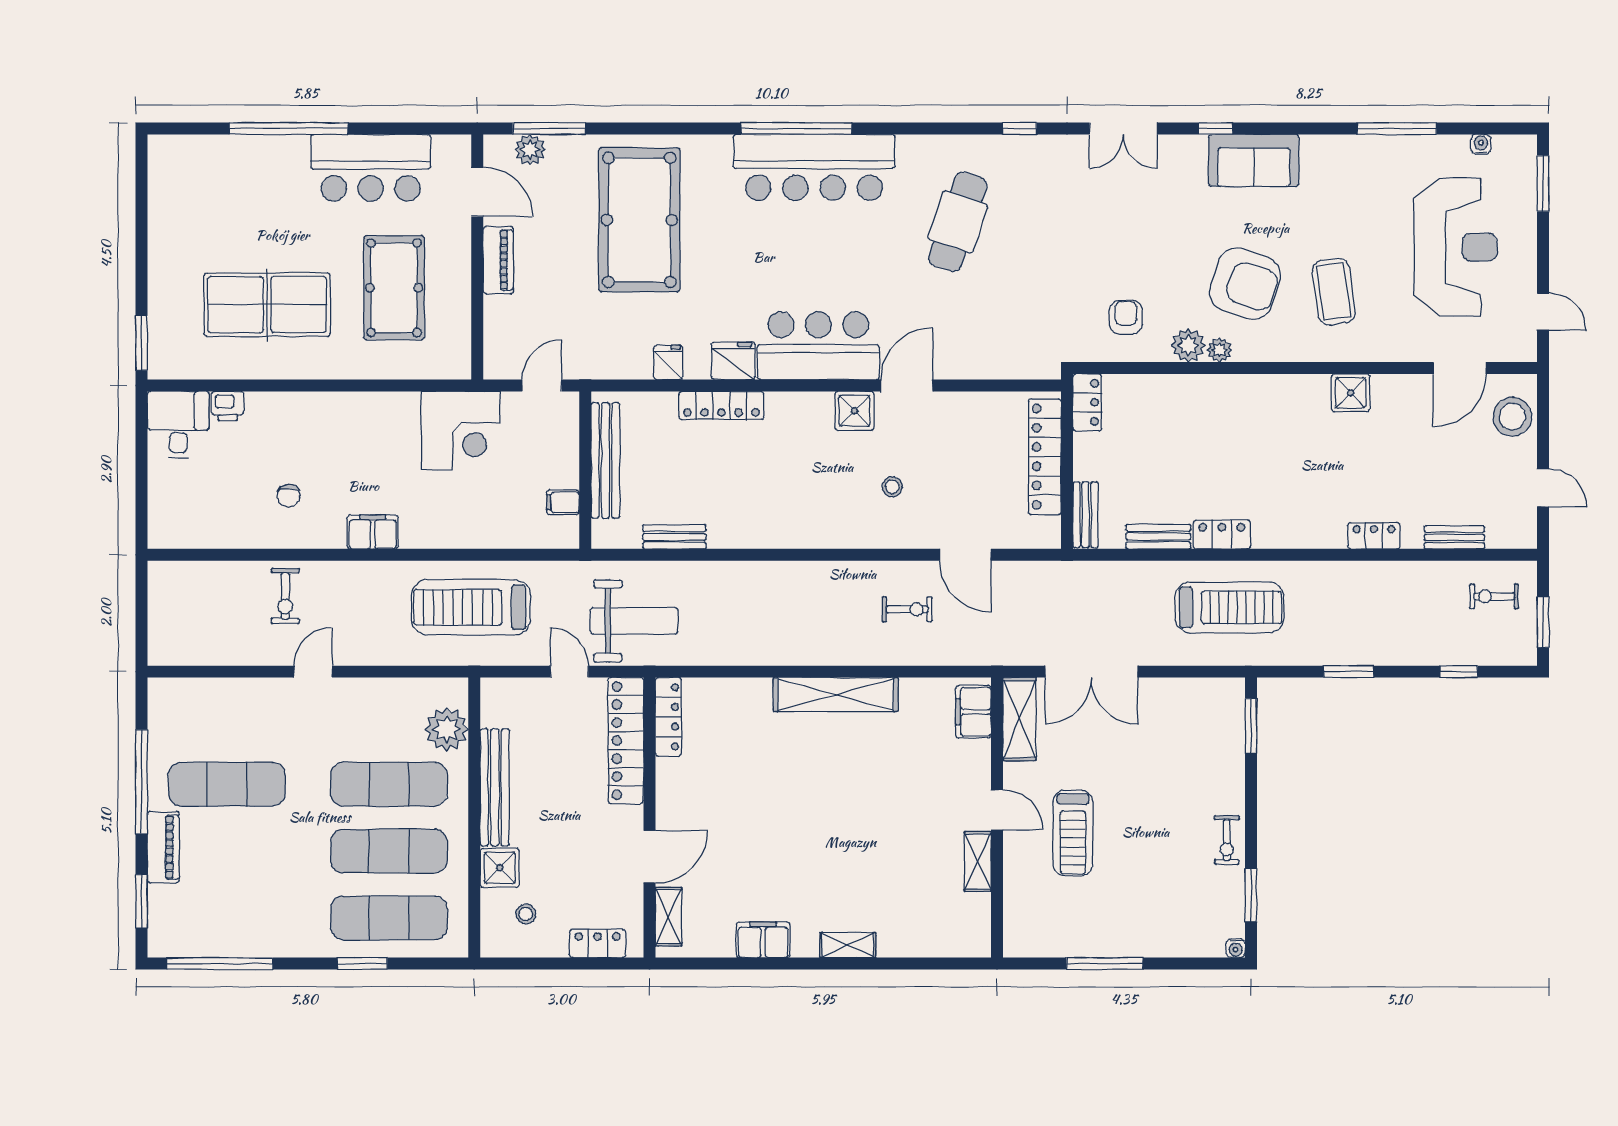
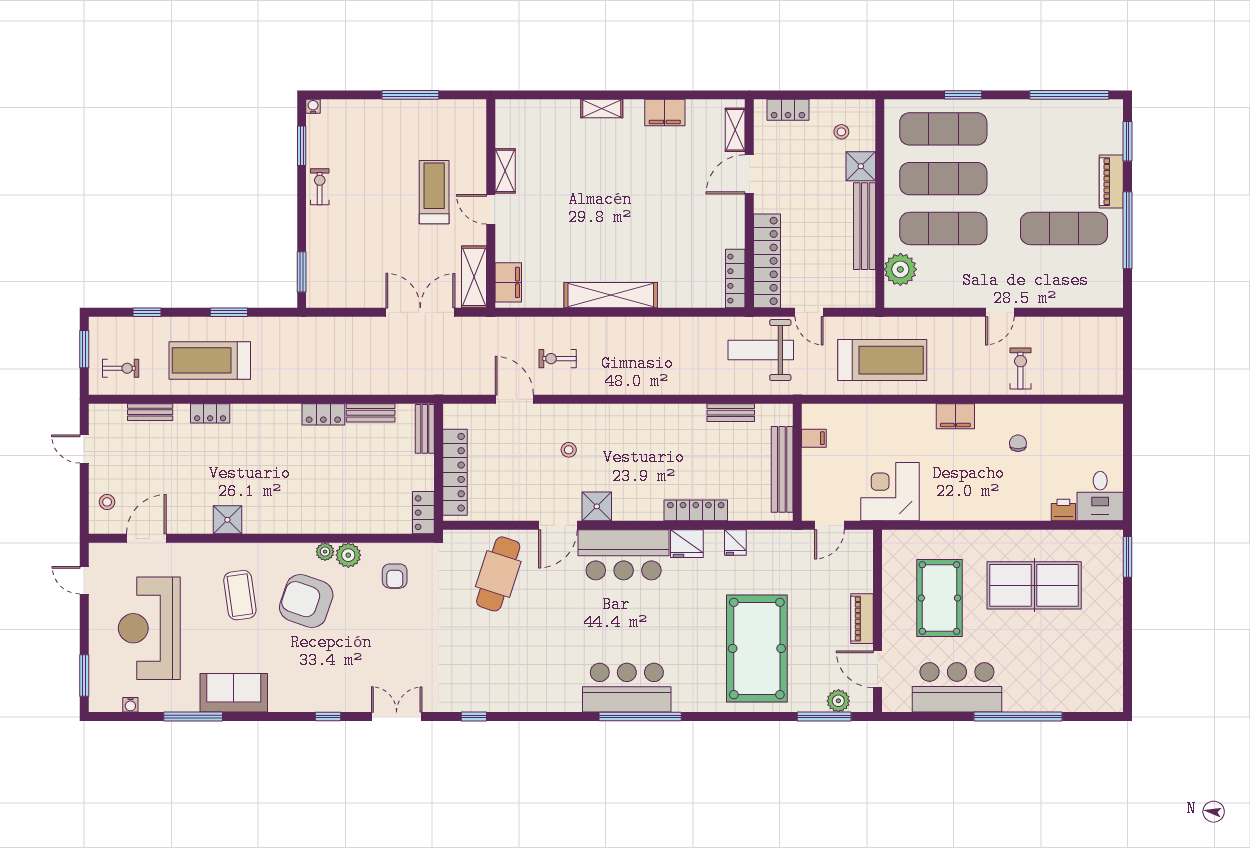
sofa: (1254, 160) -> (234, 693), moved
bar counter: (814, 167) -> (627, 688), width x0.73
cafe table: (958, 222) -> (498, 574), moved
stool: (1512, 417) -> (107, 502), width x0.53, depth x0.53
treadmill: (1229, 607) -> (210, 360), moved

